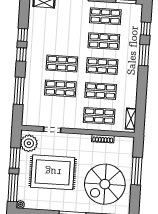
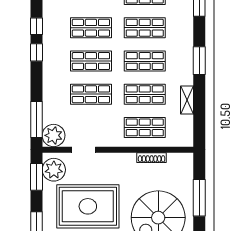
shop shelf: (63, 39) -> (91, 28), added
window: (144, 55) -> (199, 61), moved
window: (19, 91) -> (36, 120), moved
plant: (30, 118) -> (54, 135), added
shelving: (131, 119) -> (187, 100), moved
window: (15, 158) -> (36, 177), moved

